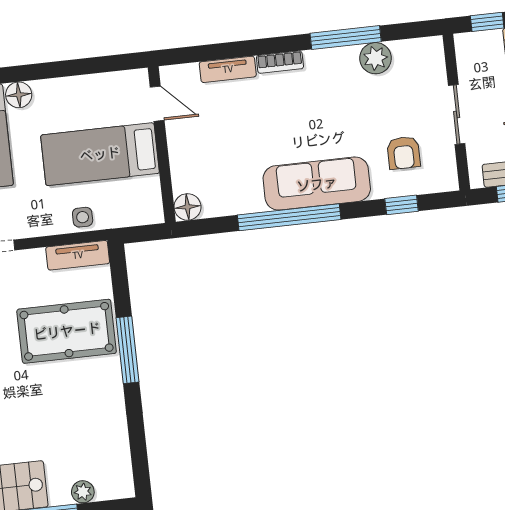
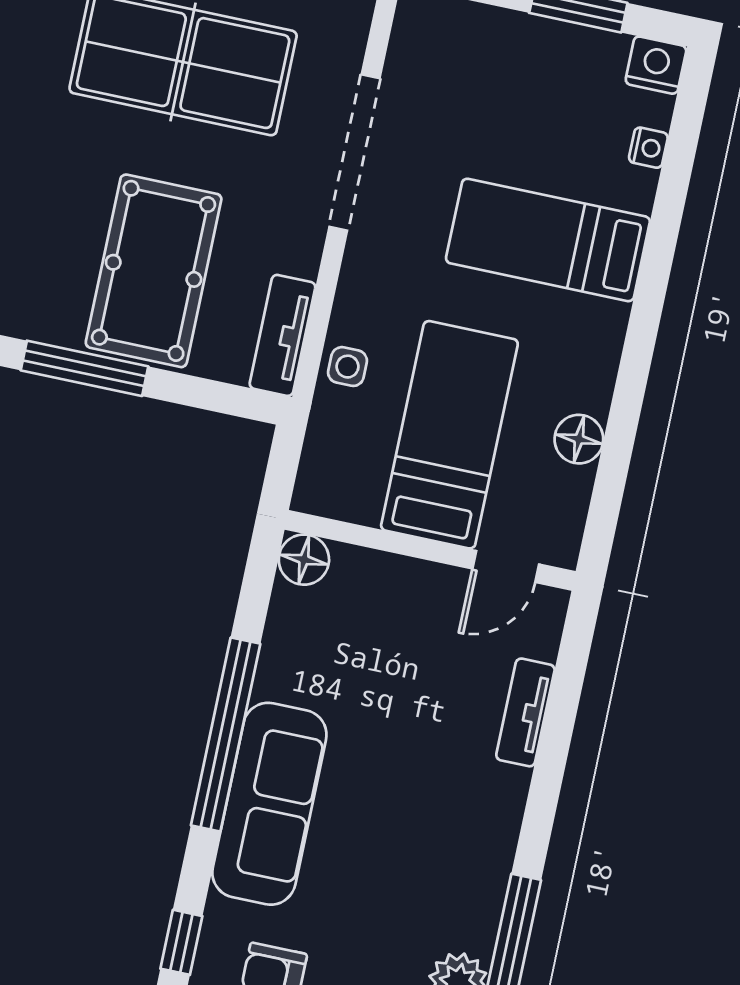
bookcase: (280, 62) -> (508, 810), removed
floor lamp: (19, 95) -> (579, 439), moved

